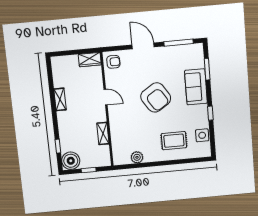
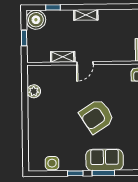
window: (207, 69) -> (103, 173), moved
door: (106, 97) -> (85, 63), moved
shelving: (60, 99) -> (86, 15), moved
rug: (174, 141) -> (49, 132), removed

